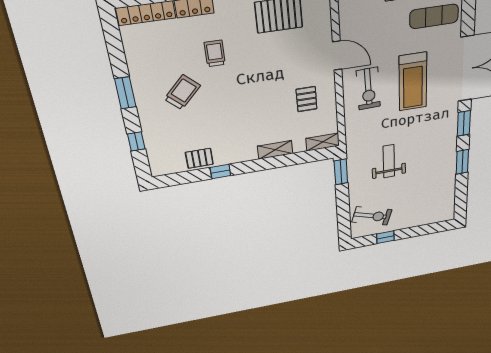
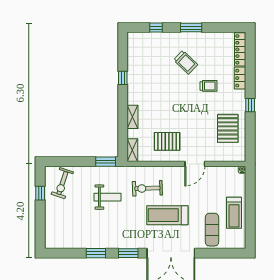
exercise bike: (368, 89) -> (147, 188), moved
pallet: (307, 99) -> (167, 141), width x1.50, depth x1.42
pallet: (199, 158) -> (136, 65), removed

